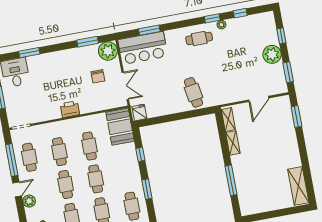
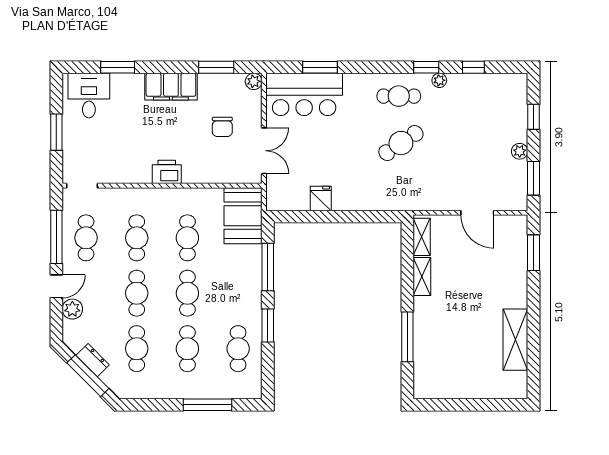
plant: (108, 51) -> (254, 81), width x0.53, depth x0.53
plant: (272, 54) -> (520, 151), width x0.53, depth x0.53
filing cabinet: (63, 58) -> (171, 87), added
cafe table: (194, 92) -> (401, 143), moved, turned 65
door: (259, 99) -> (477, 213), hinge flipped
fridge: (139, 113) -> (321, 198), moved
window: (140, 154) -> (268, 267), width x2.17
shelving: (298, 186) -> (515, 340), moved

